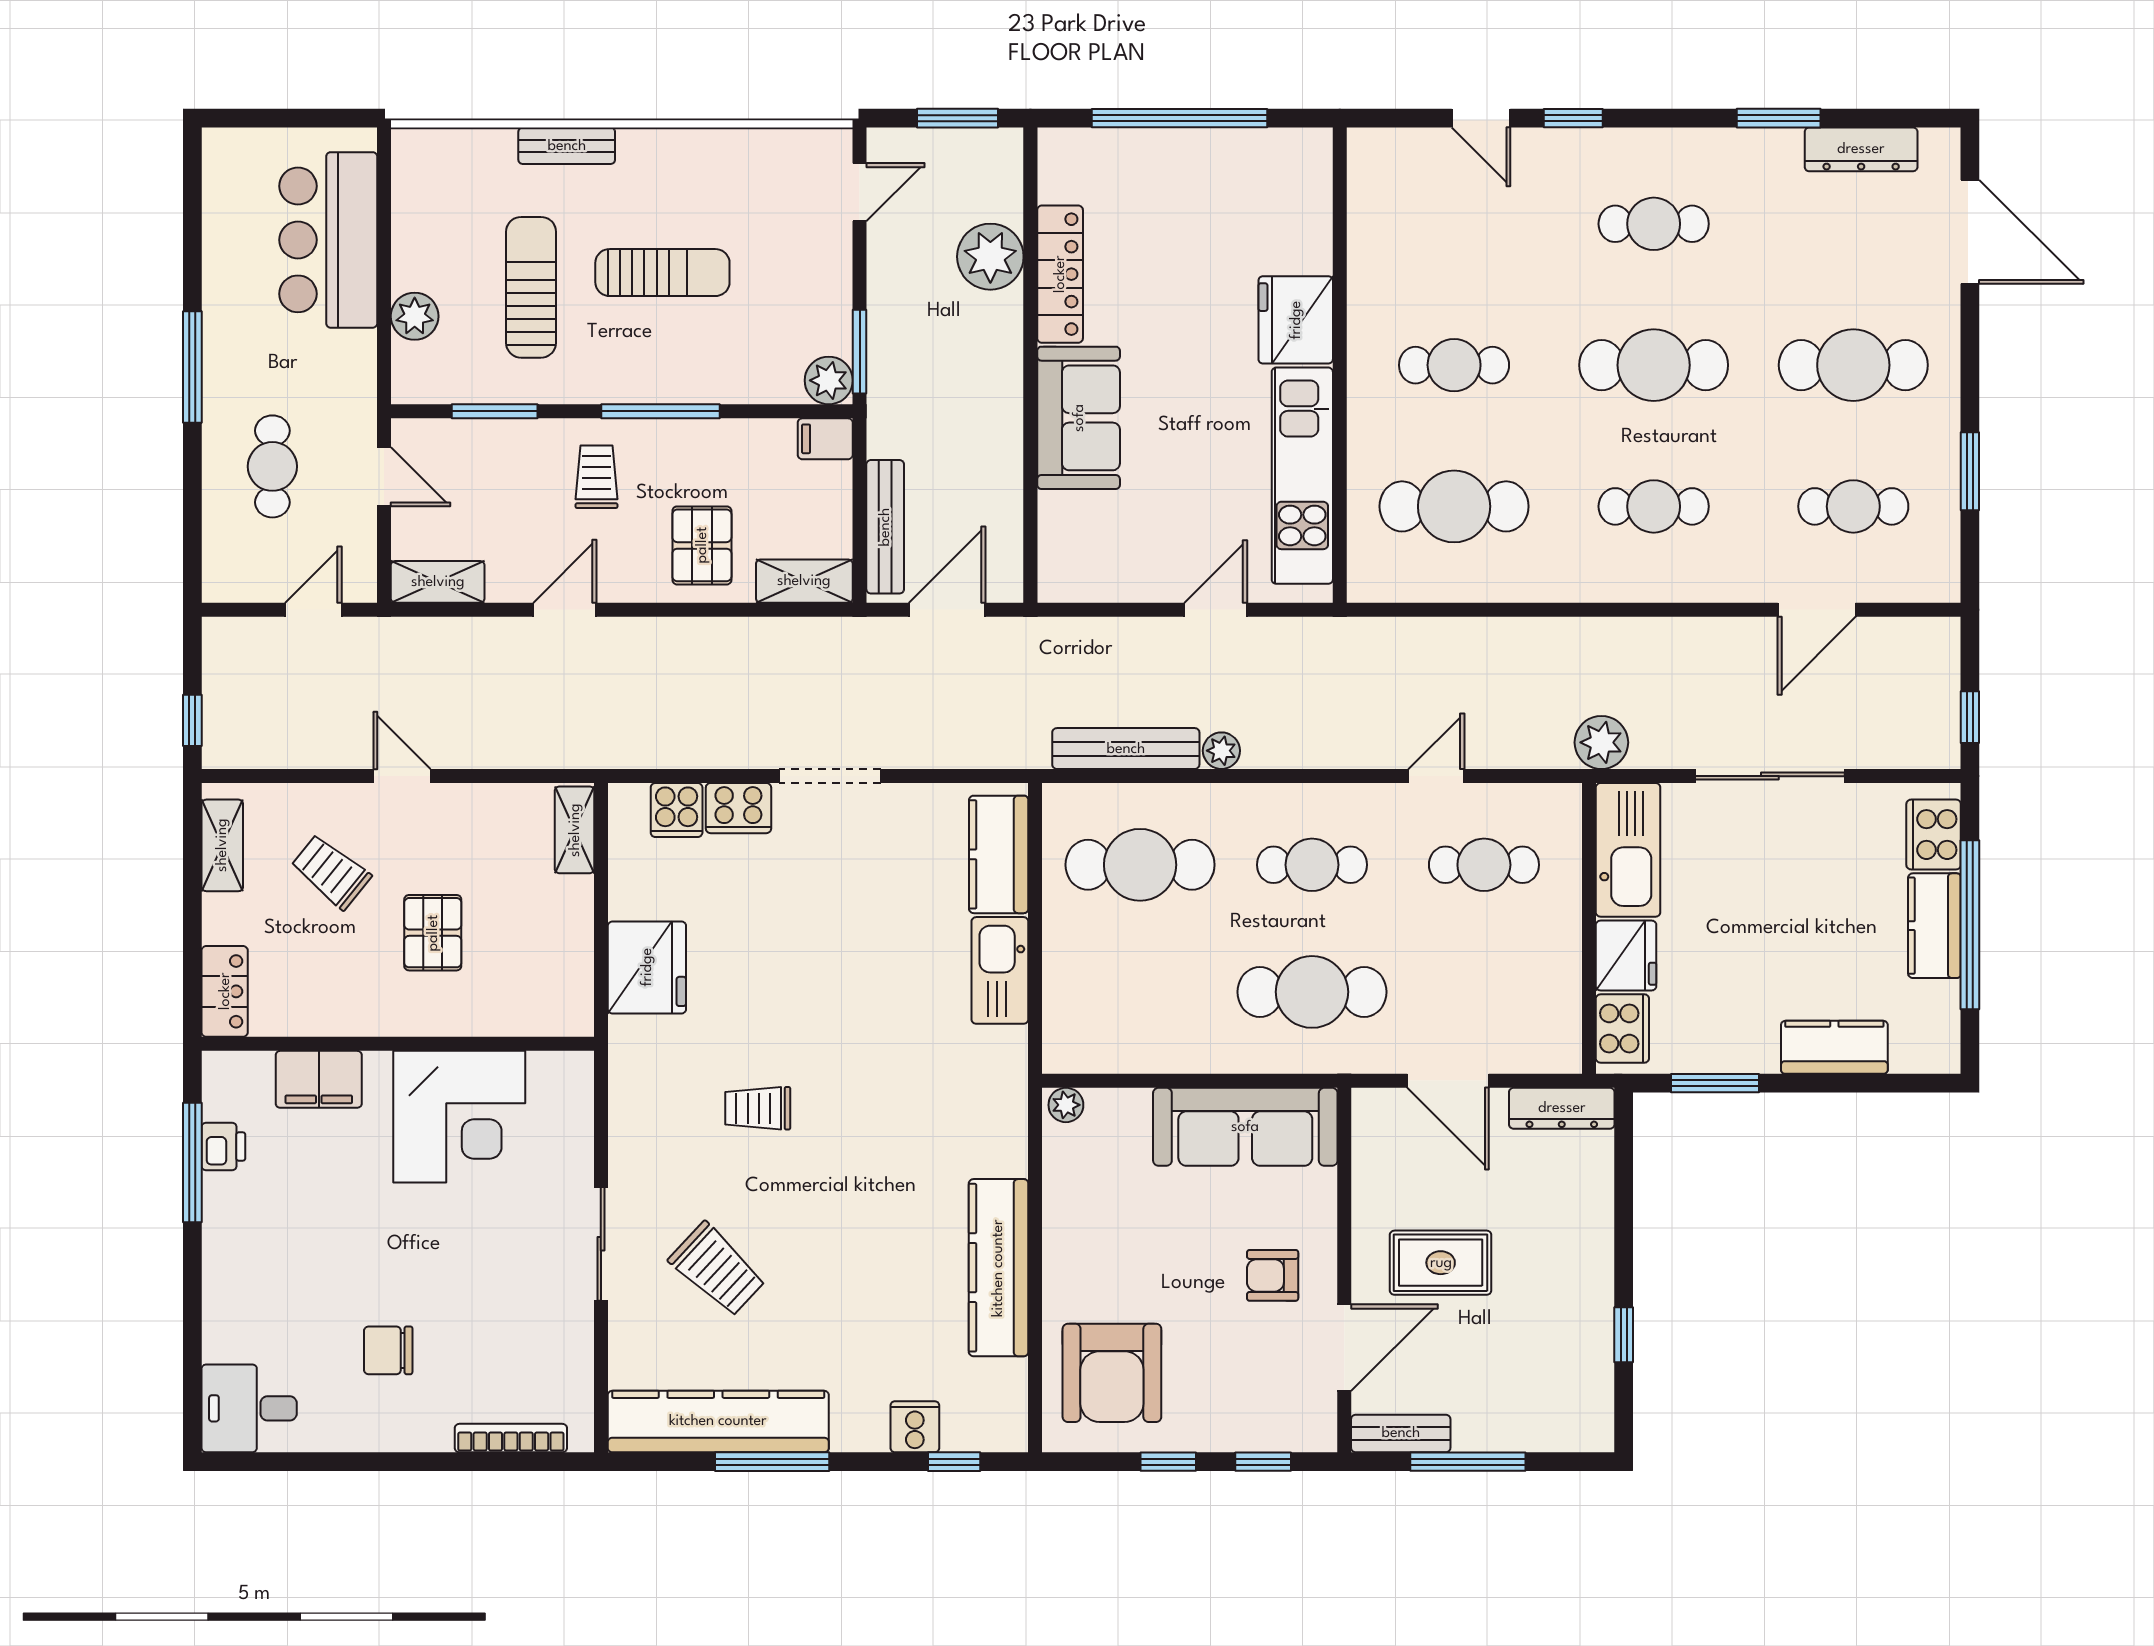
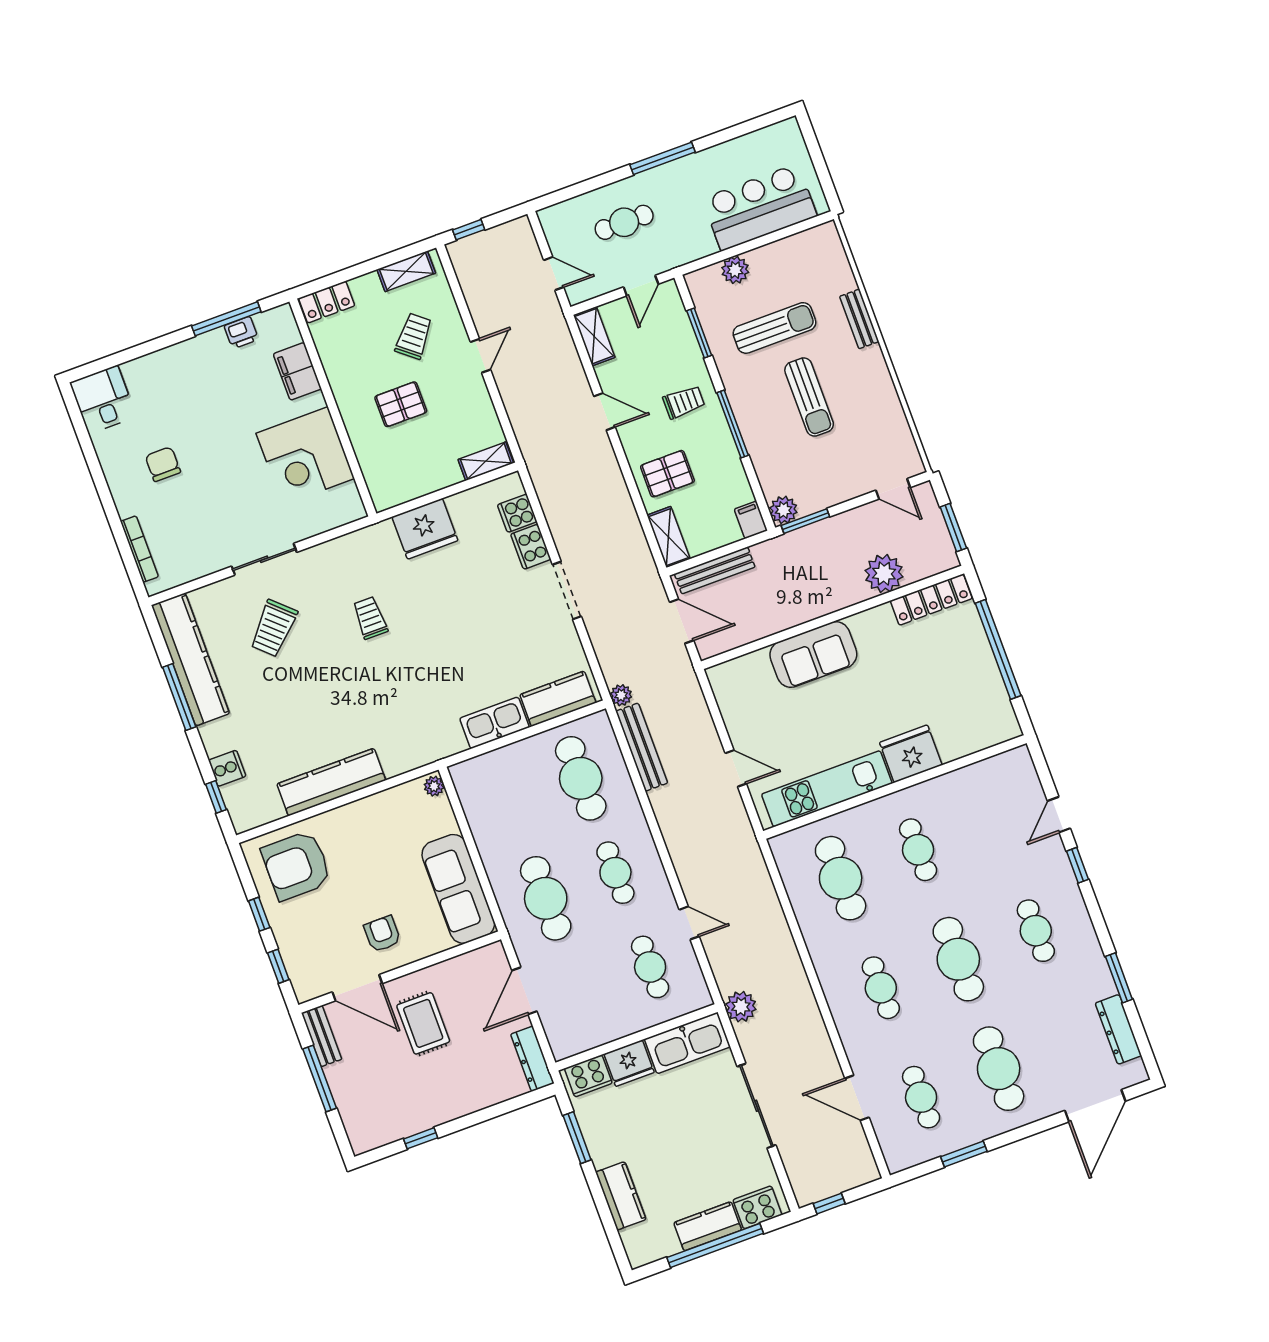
locker: (1060, 274) -> (931, 600), moved
plant: (1221, 751) -> (621, 695), moved

